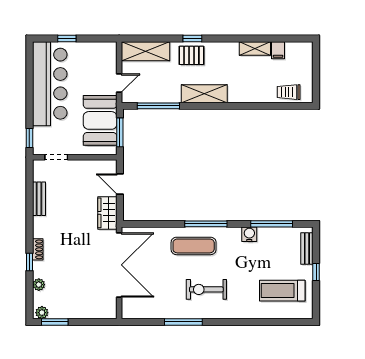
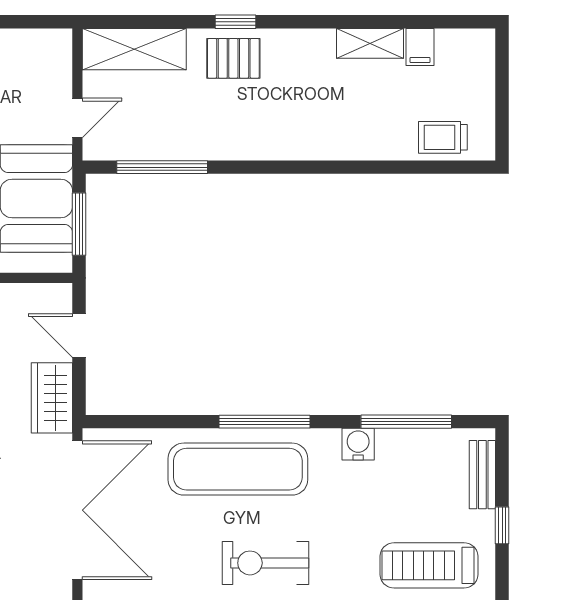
shelving: (204, 94) -> (261, 141), removed
exercise mat: (194, 246) -> (238, 469), width x1.36, depth x1.45

